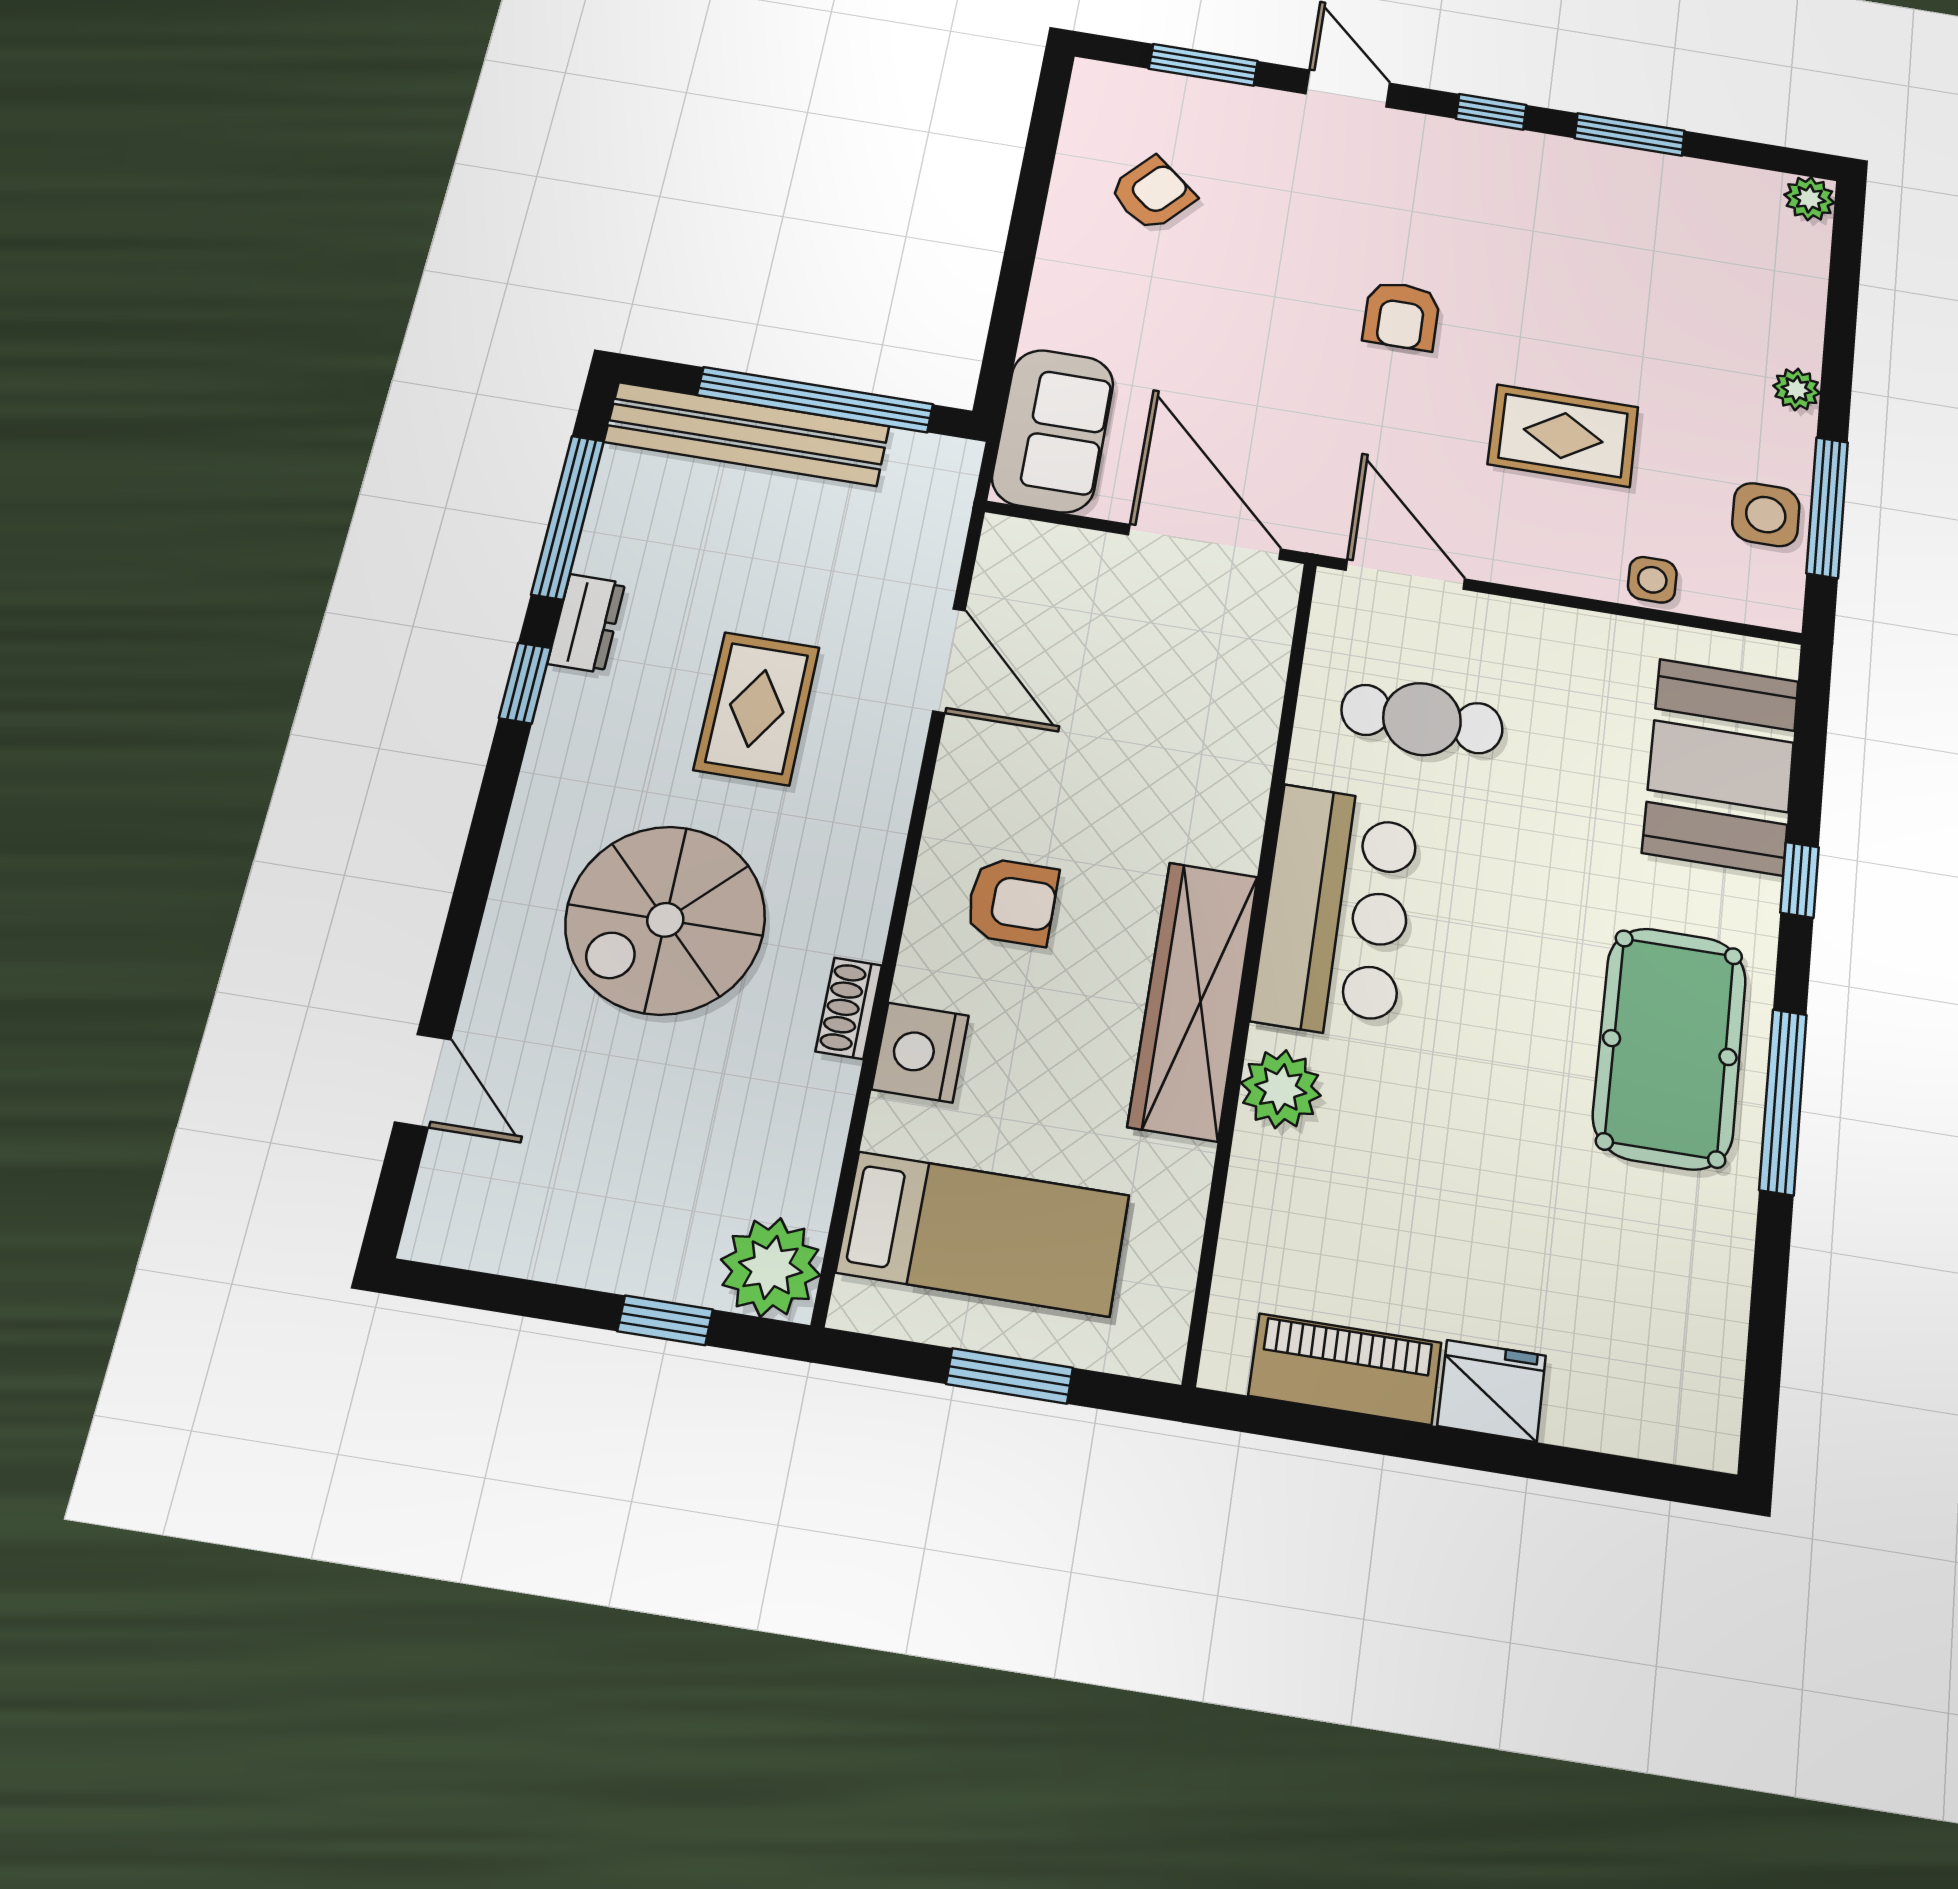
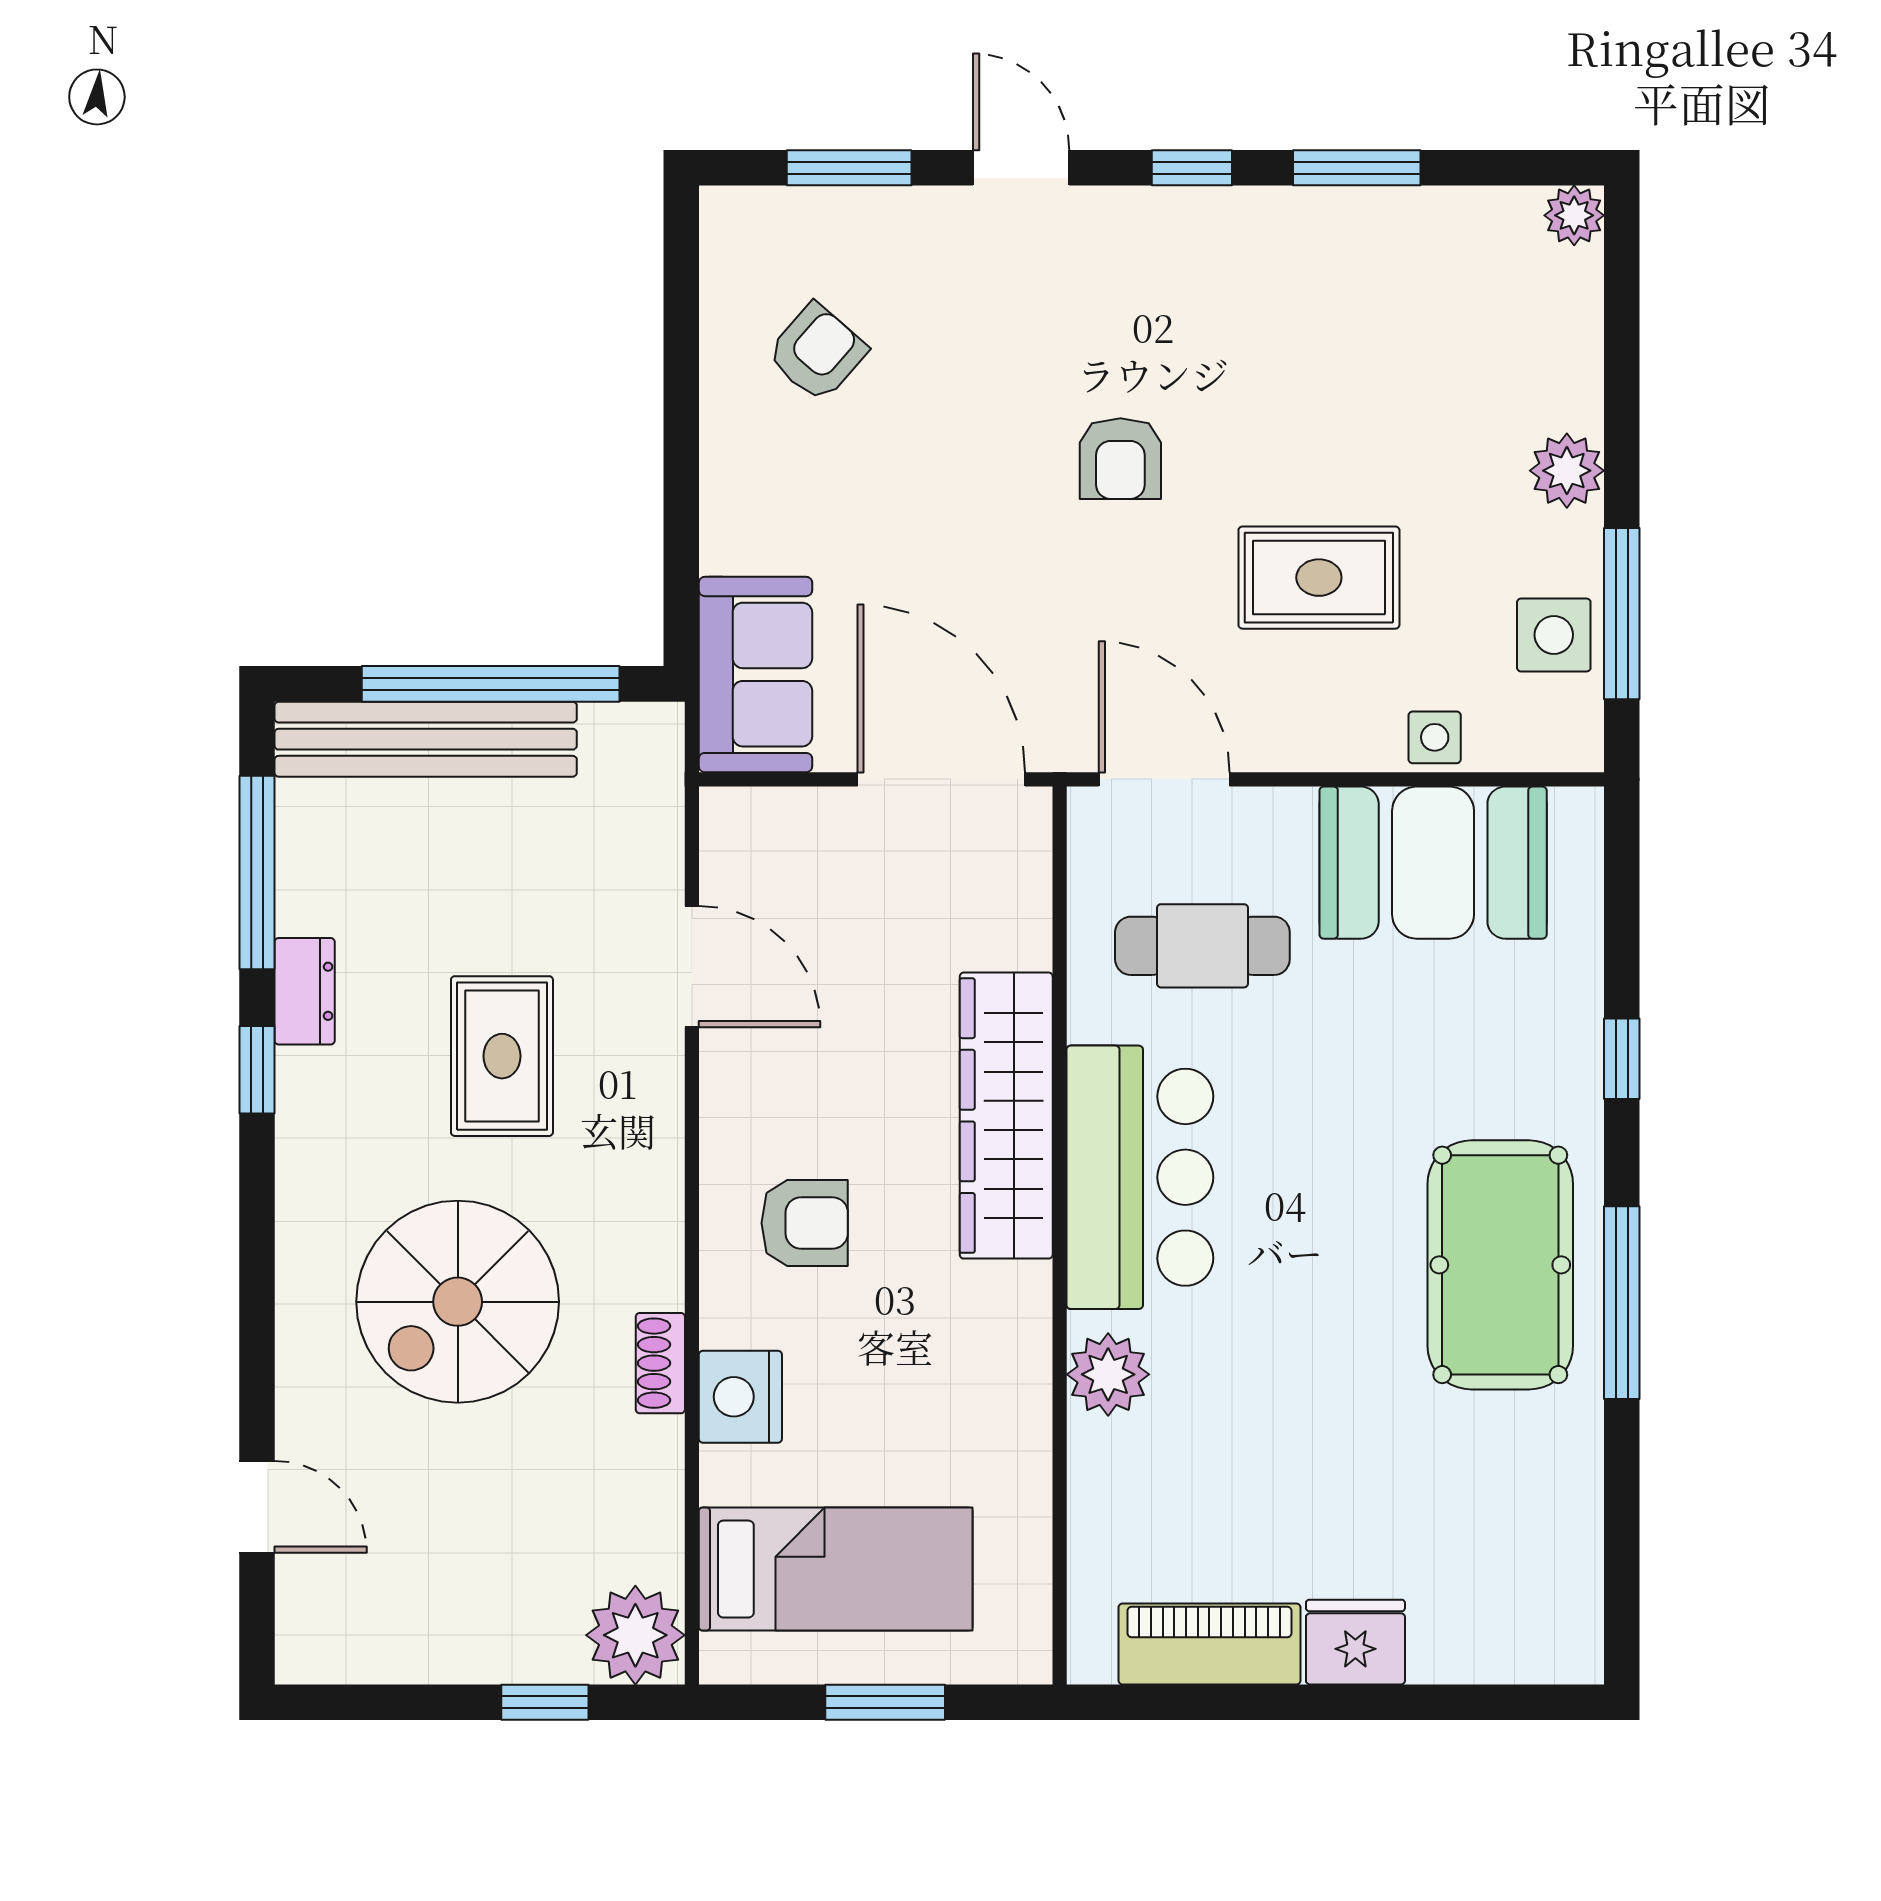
plant: (1797, 389) -> (1567, 471), width x1.38, depth x1.38
booth: (1721, 766) -> (1433, 863), moved, turned 90
wardrobe: (1193, 1000) -> (1006, 1116), moved

